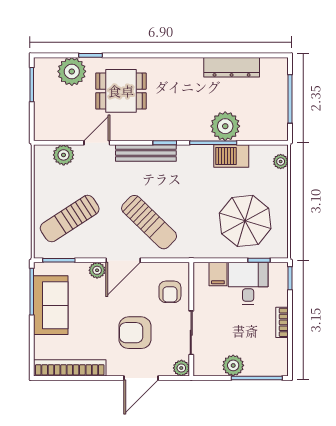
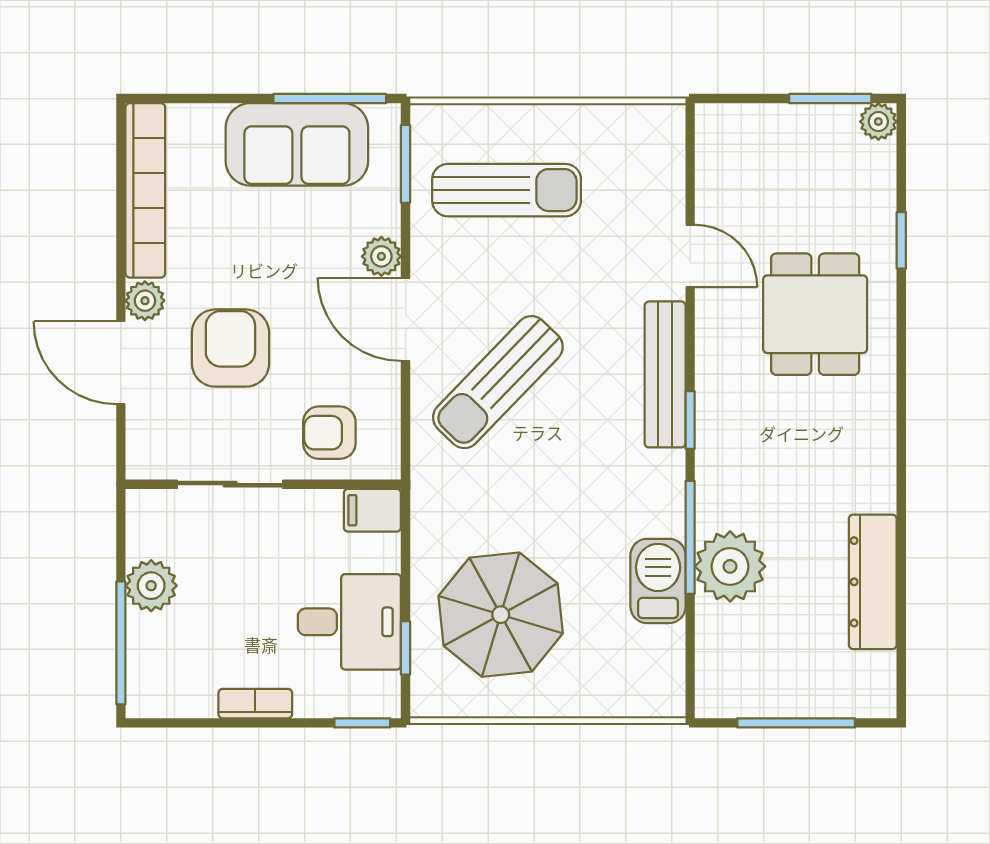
plant: (72, 71) -> (878, 122), moved, width x0.53, depth x0.53
plant: (64, 155) -> (660, 175), removed
plant: (281, 161) -> (645, 700), removed
sun lounger: (70, 219) -> (507, 190), turned 123
filing cabinet: (218, 274) -> (372, 510), moved
plant: (181, 368) -> (145, 301), moved

